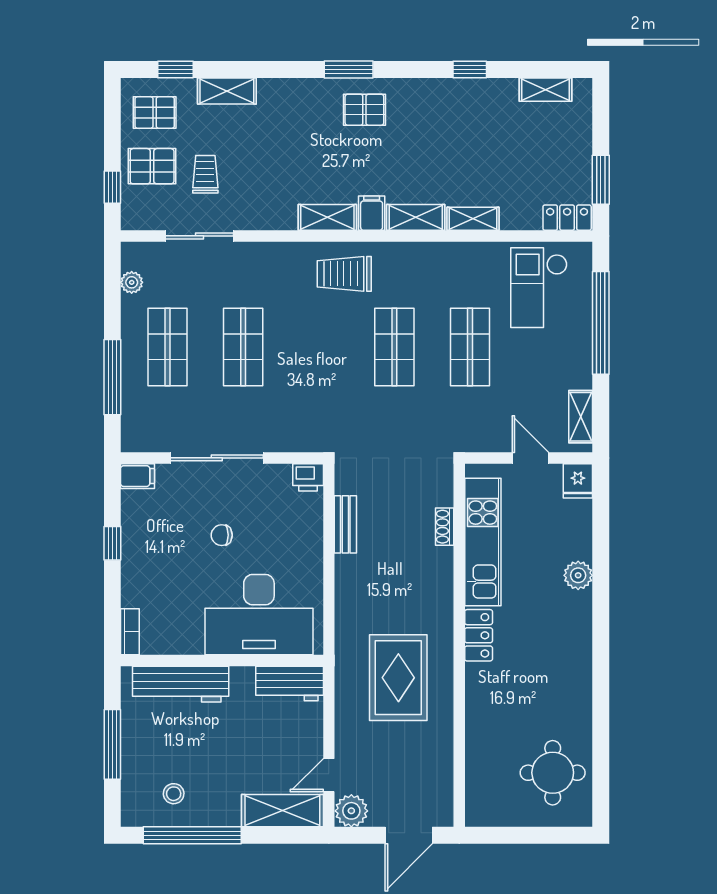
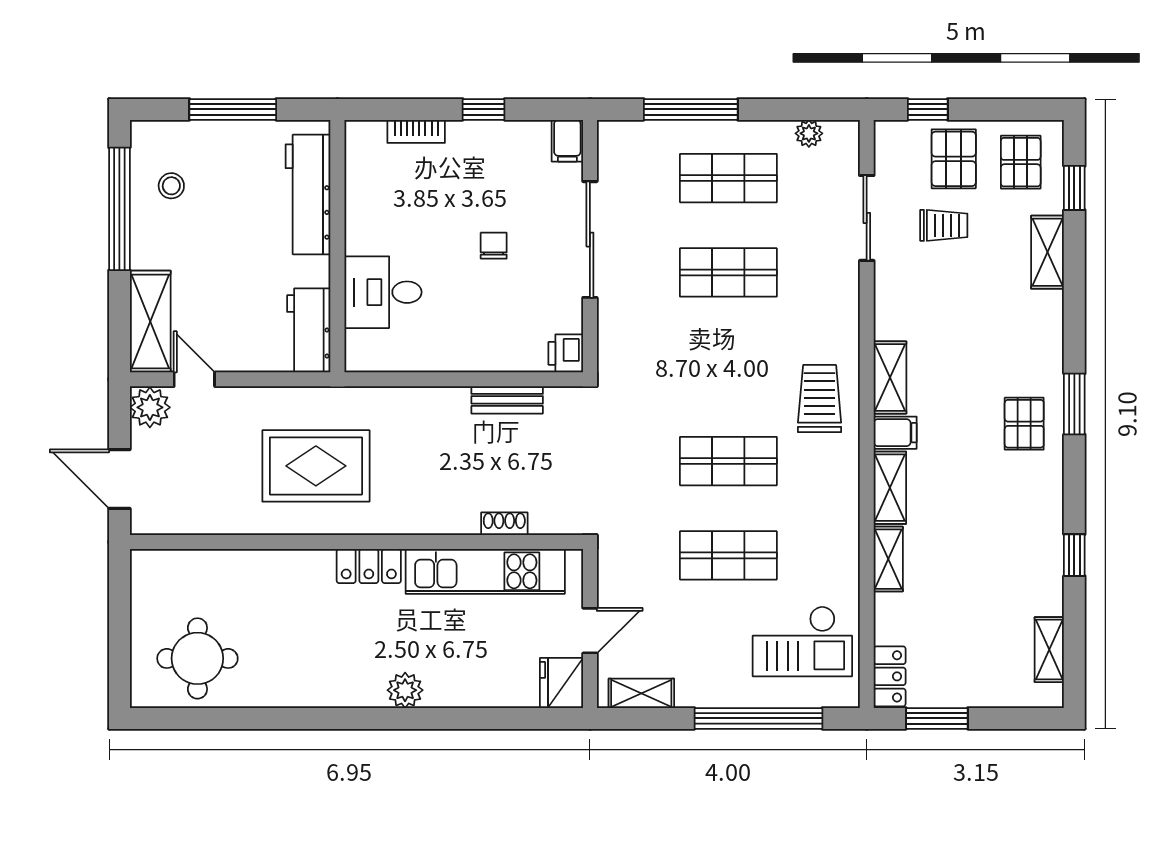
checkout: (539, 288) -> (802, 641), turned 180
fridge: (578, 481) -> (561, 683), width x1.38
plant: (578, 575) -> (405, 690), moved
desk: (259, 615) -> (383, 292), width x0.53, depth x0.77
bookcase: (130, 632) -> (416, 131), moved

